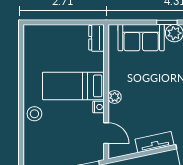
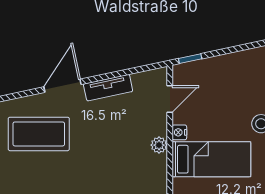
door: (106, 133) -> (170, 99), swing flipped

